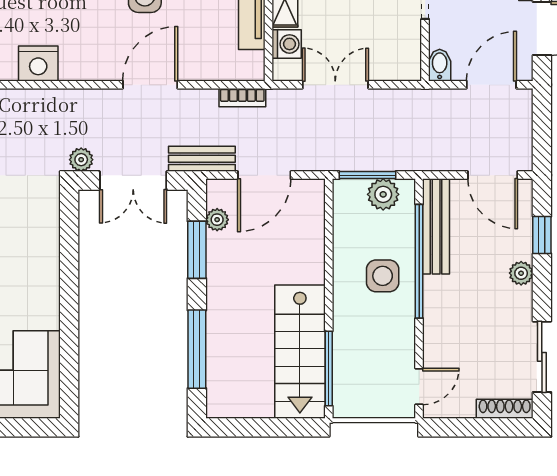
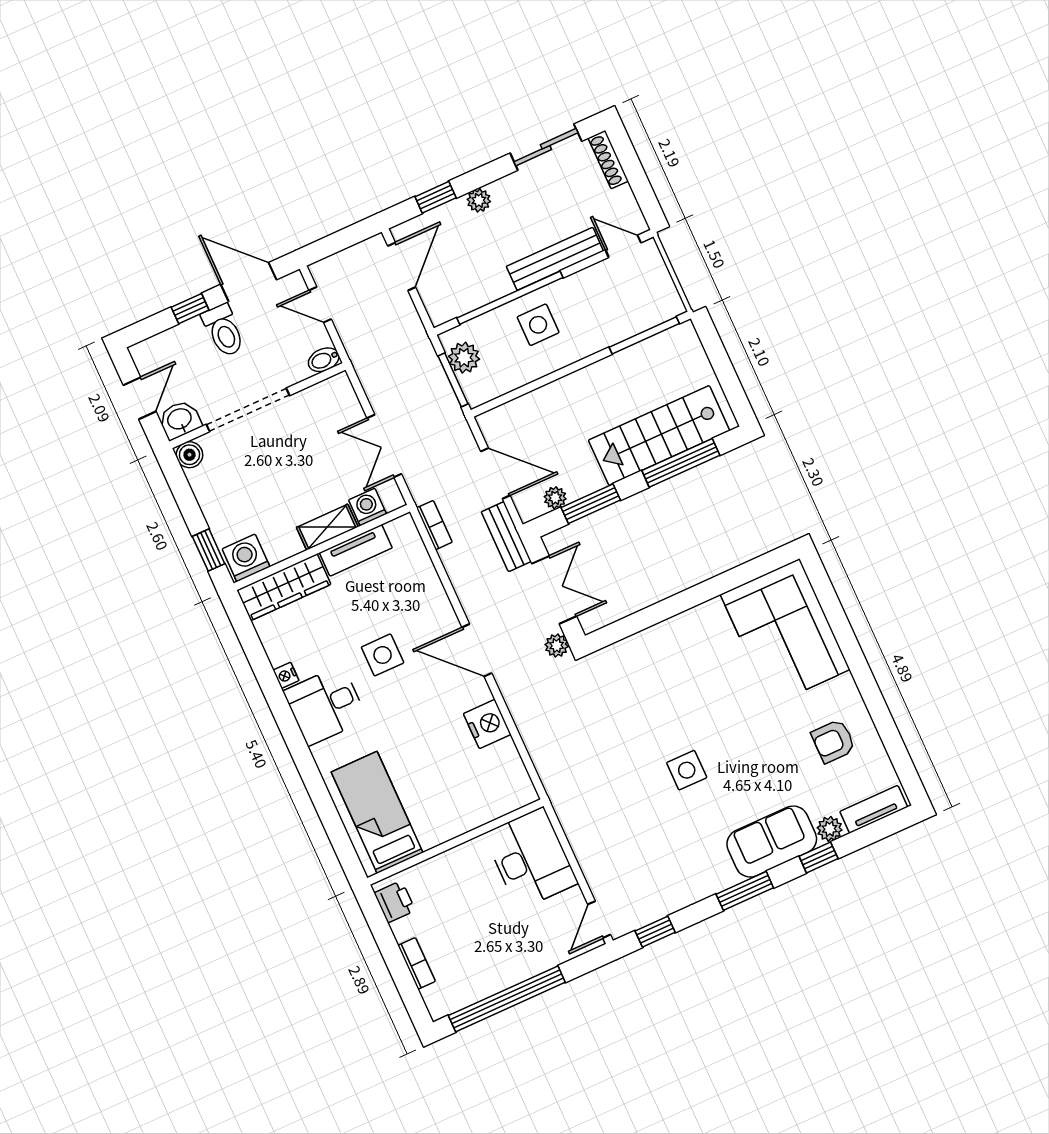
door: (150, 85) -> (477, 650), moved
door: (491, 85) -> (320, 305), width x0.73
bench: (436, 226) -> (555, 259), moved
stairs: (300, 352) -> (659, 435), moved, turned 180

